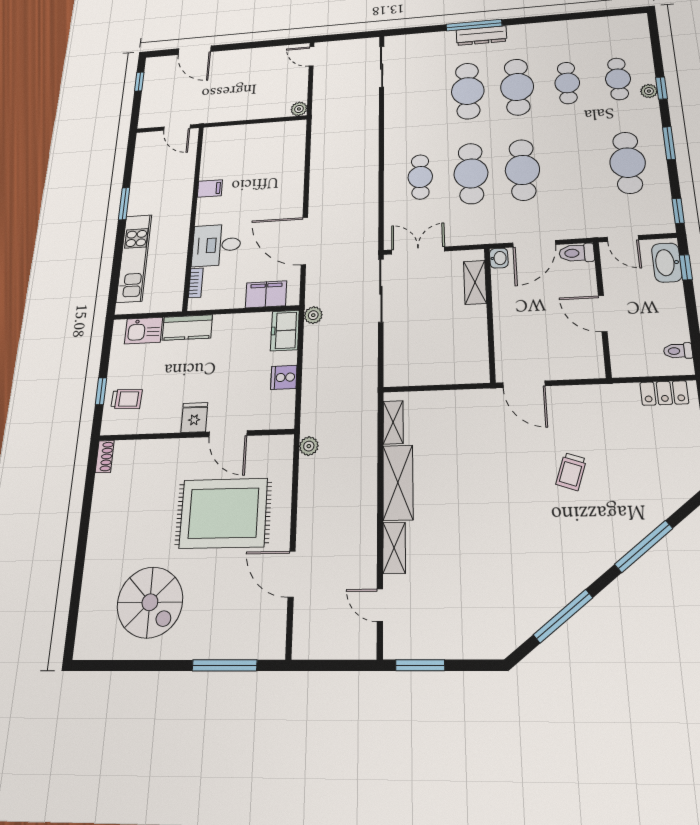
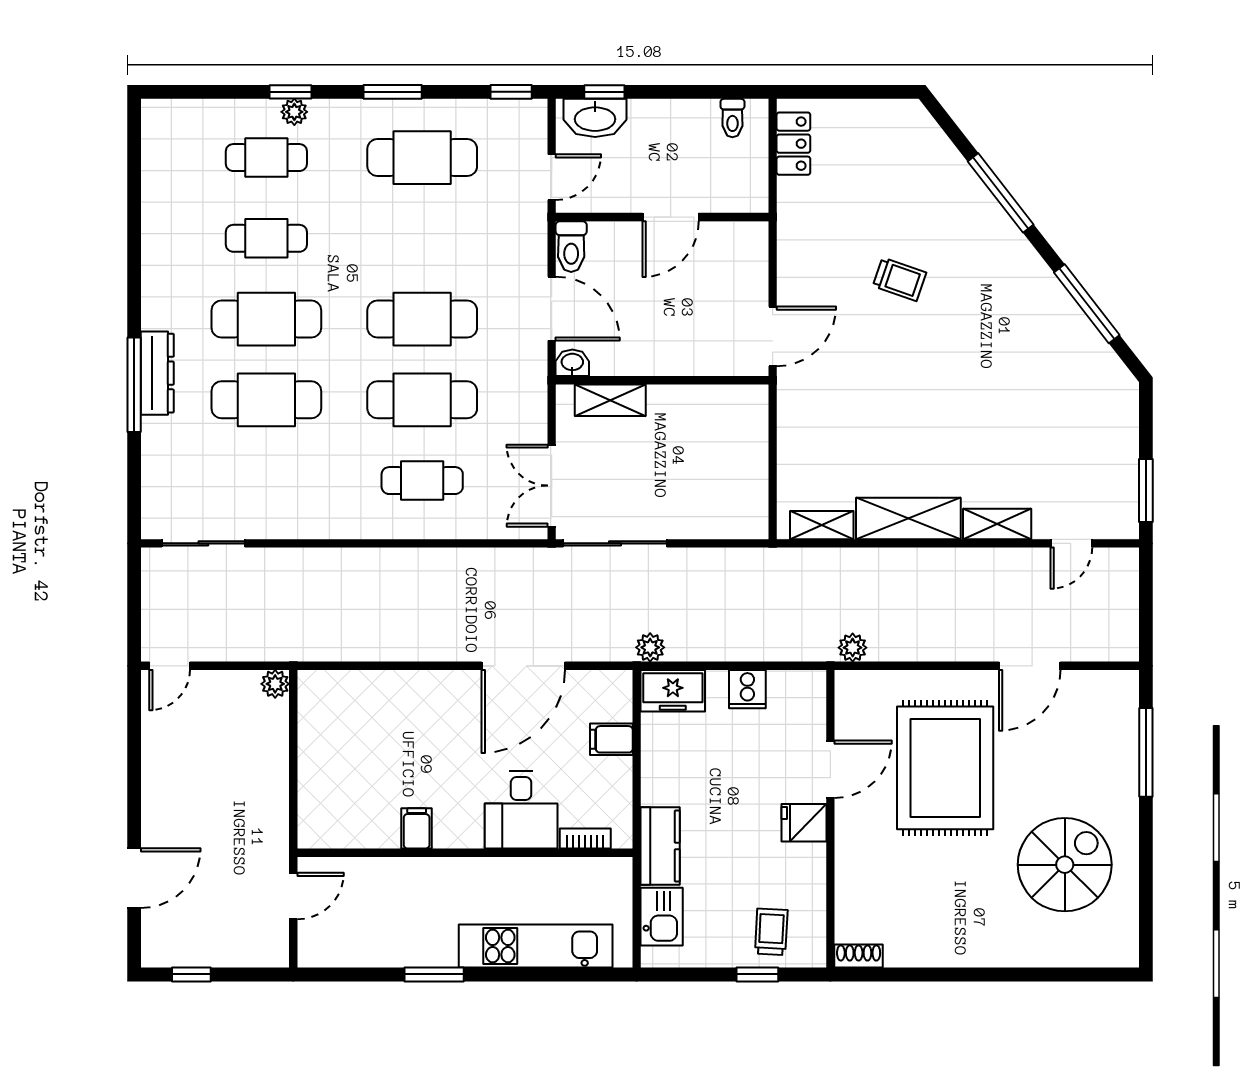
filing cabinet: (266, 294) -> (611, 739), width x0.50

